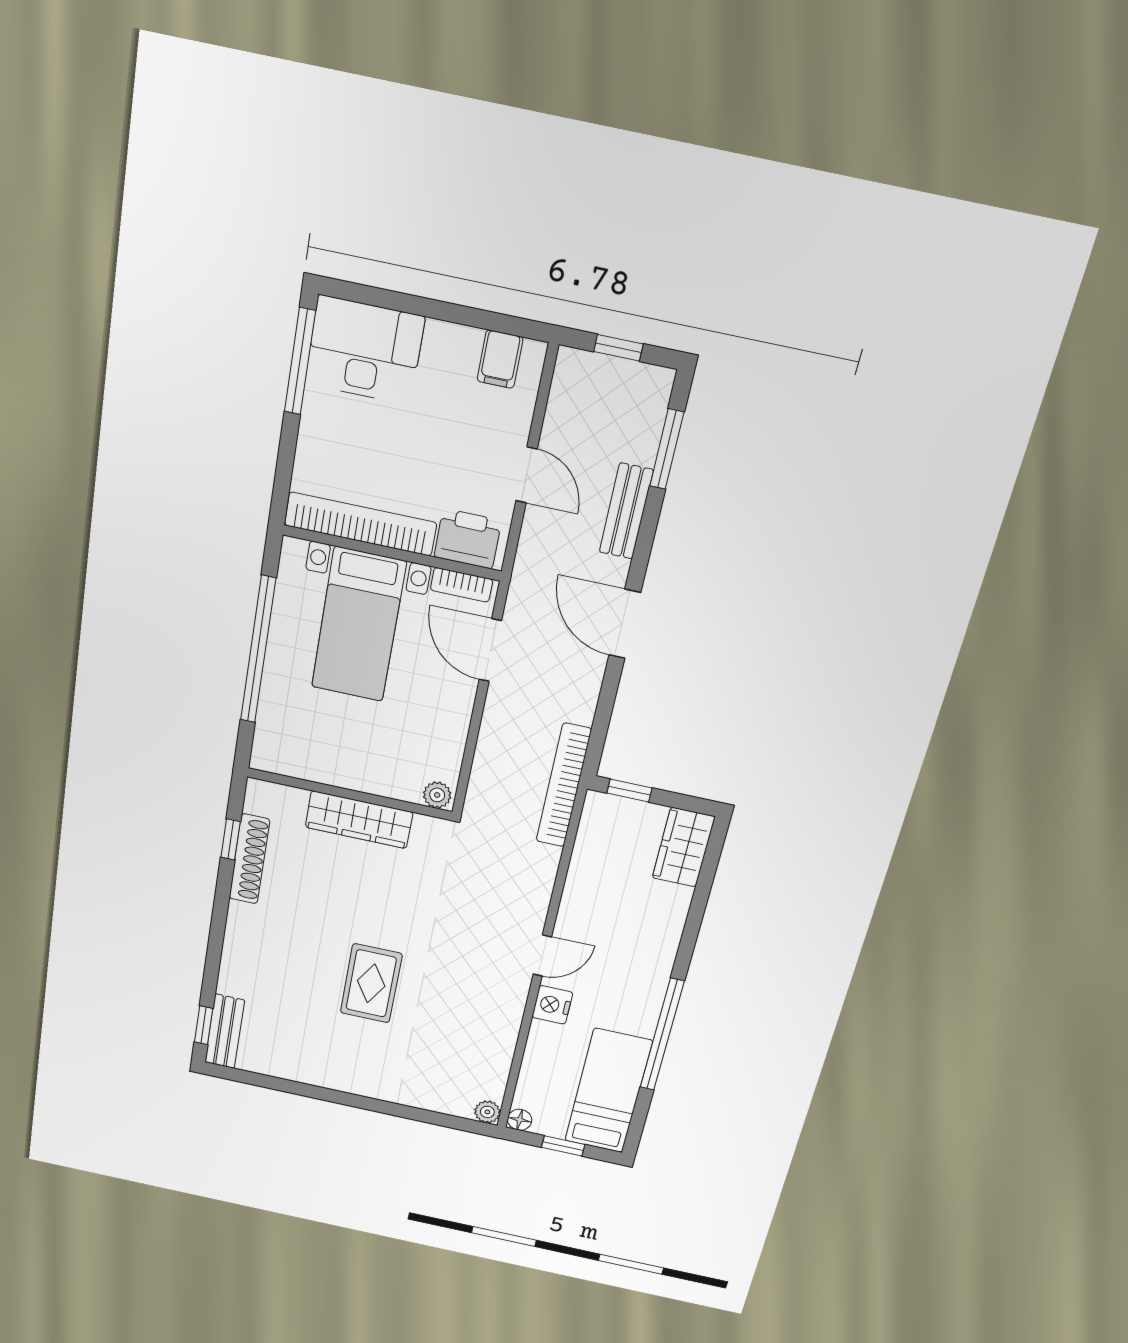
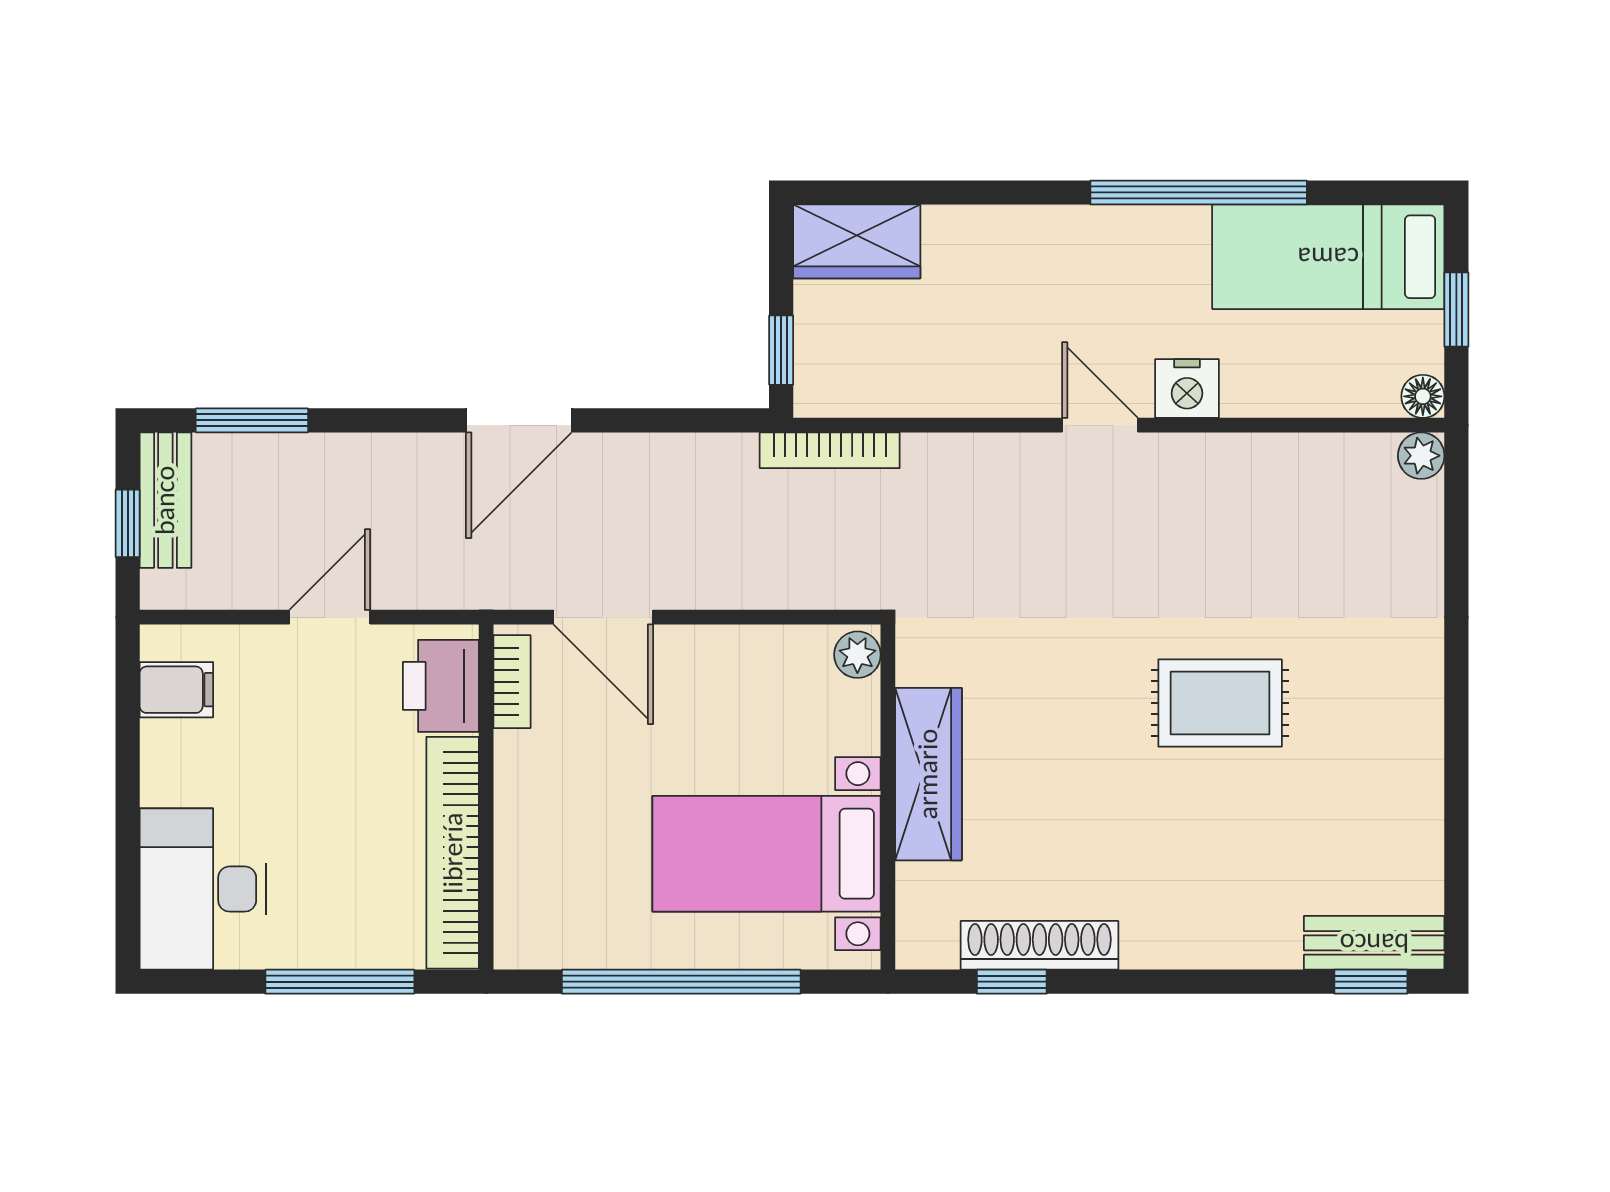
window: (300, 361) -> (340, 982), moved
bench: (626, 511) -> (165, 500), moved, turned 90
bed with nightstands: (359, 625) -> (767, 854), moved, turned 180
door: (490, 650) -> (603, 617), hinge flipped
bookcase: (564, 785) -> (830, 450), width x0.68, depth x0.76

